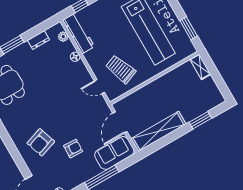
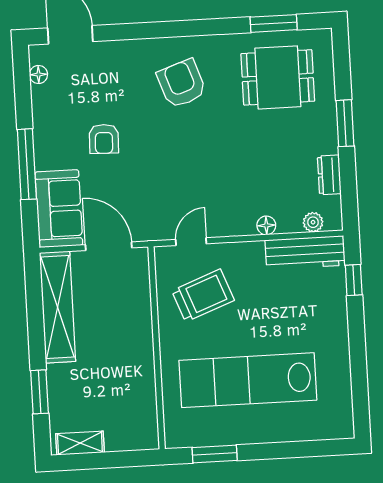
shelving: (200, 67) -> (80, 443), moved
armchair: (41, 142) -> (182, 84), moved

